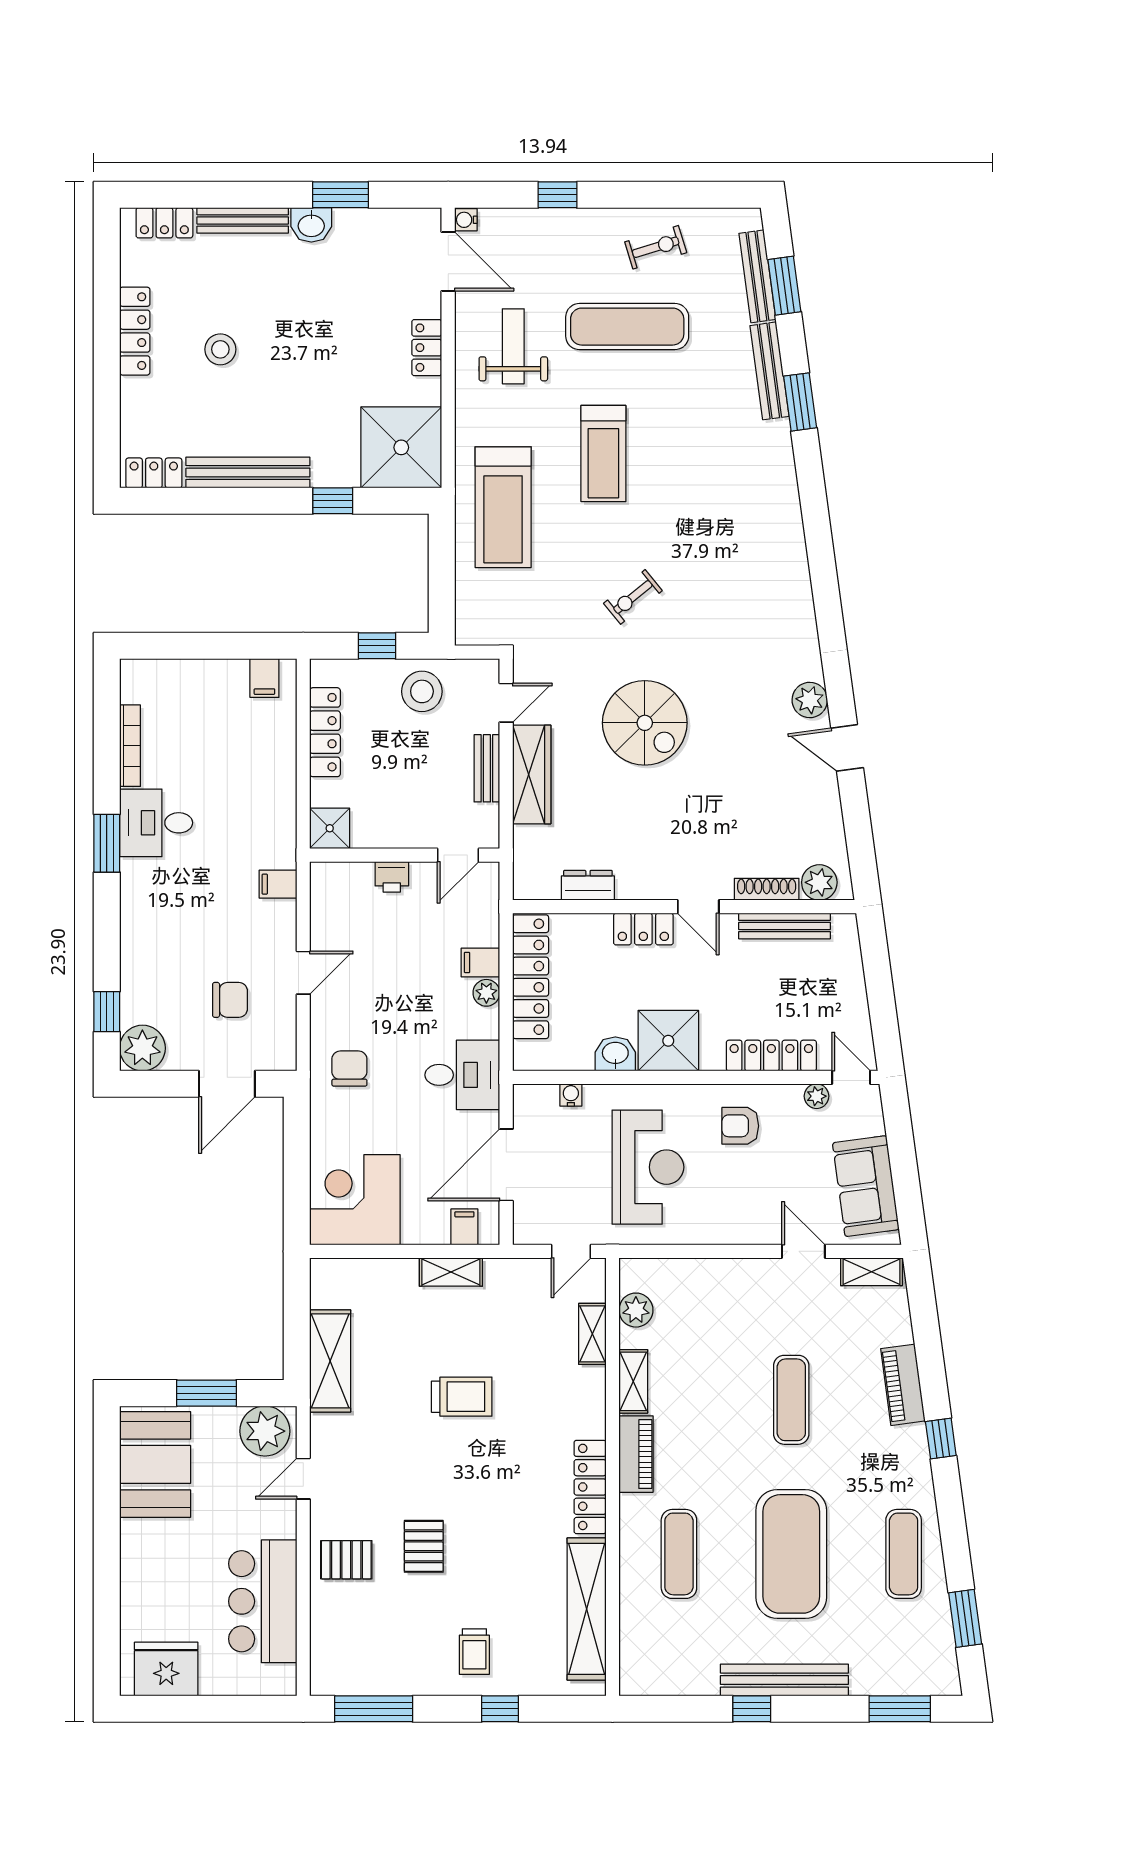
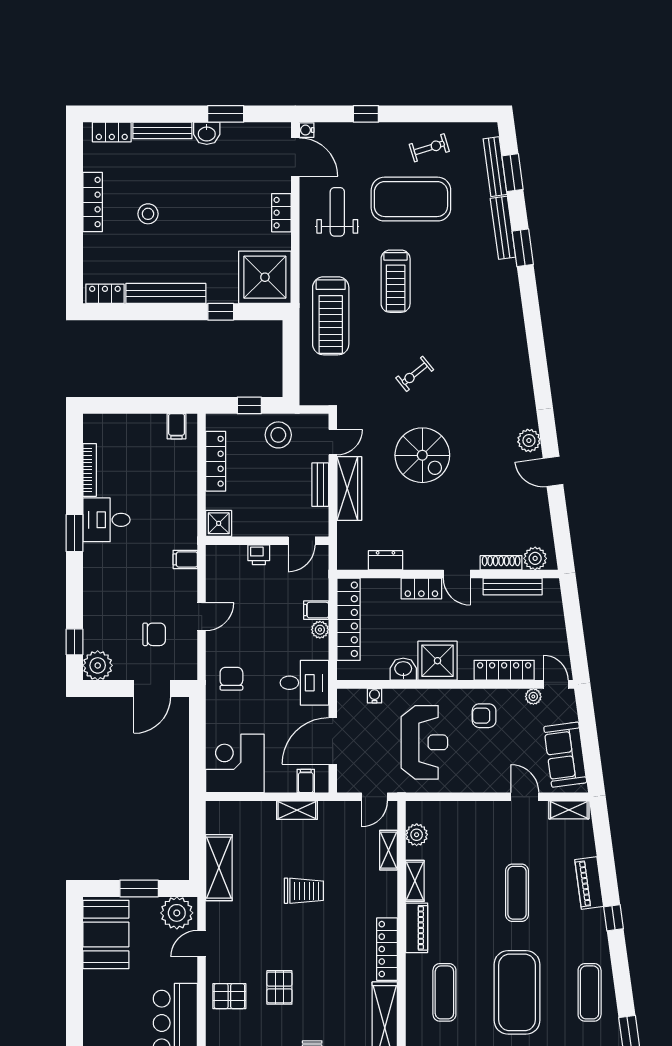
exercise mat: (627, 327) -> (411, 199), width x1.47

